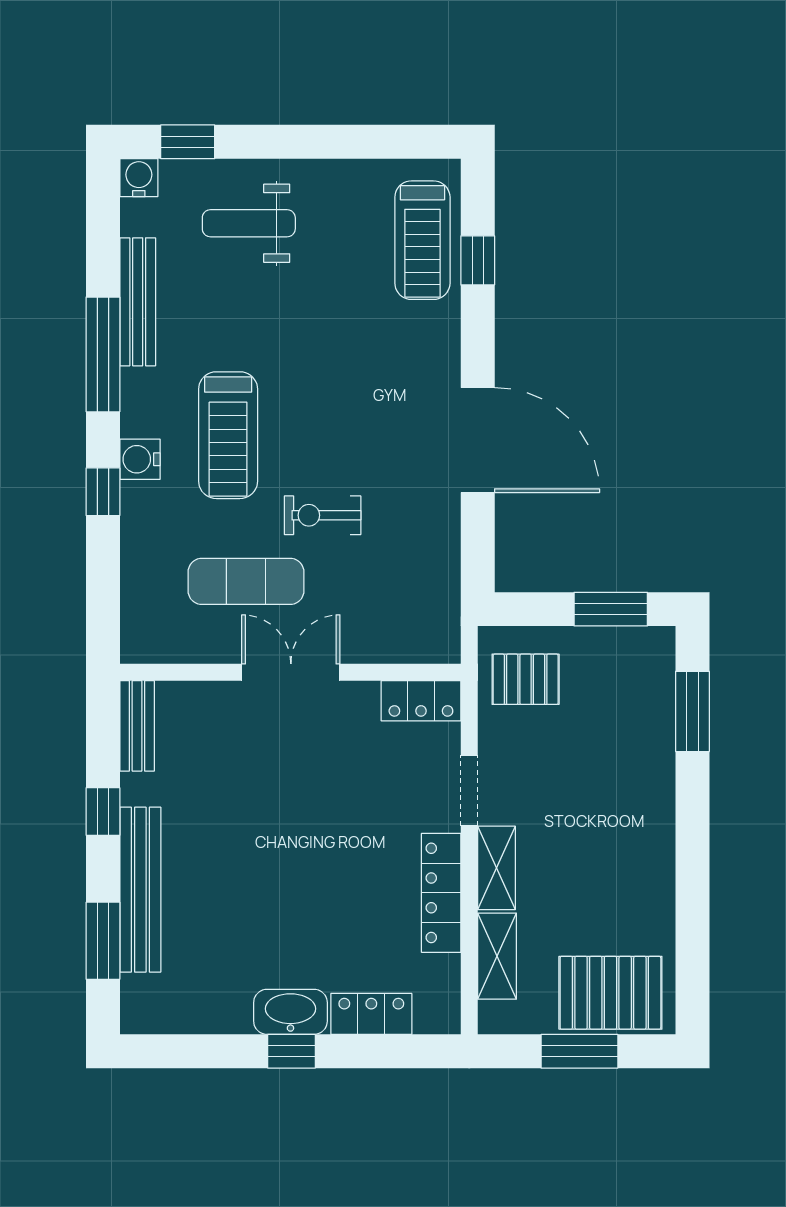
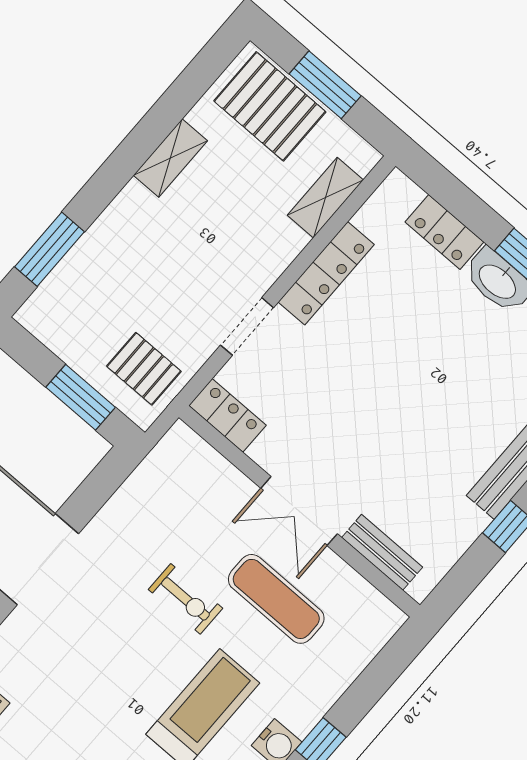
window: (611, 609) -> (81, 397), moved
bench: (137, 726) -> (382, 552), moved, turned 90
shelving: (496, 868) -> (170, 158), moved

